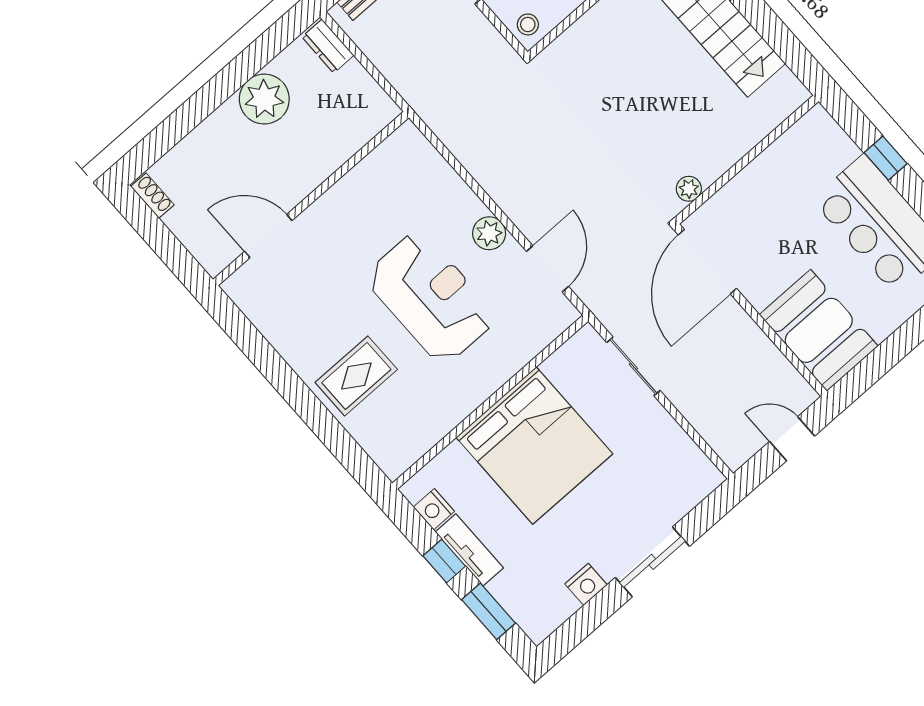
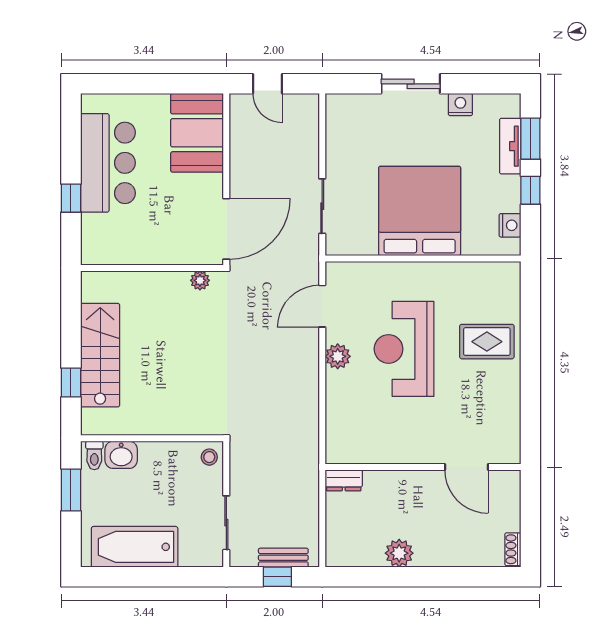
dresser: (328, 46) -> (344, 480), moved, turned 90
plant: (264, 99) -> (399, 553), width x0.73, depth x0.73
tv unit: (469, 550) -> (510, 146), moved

